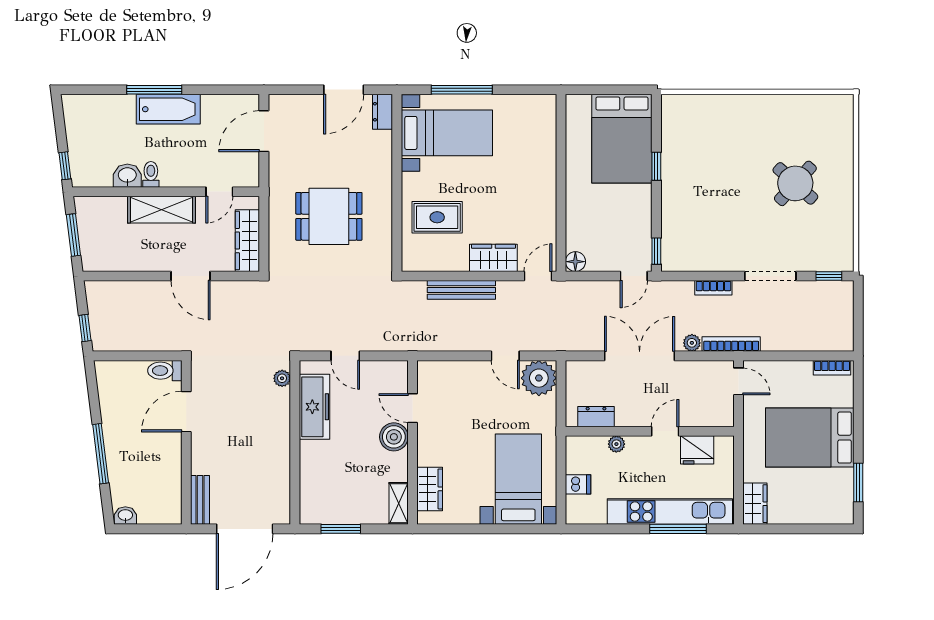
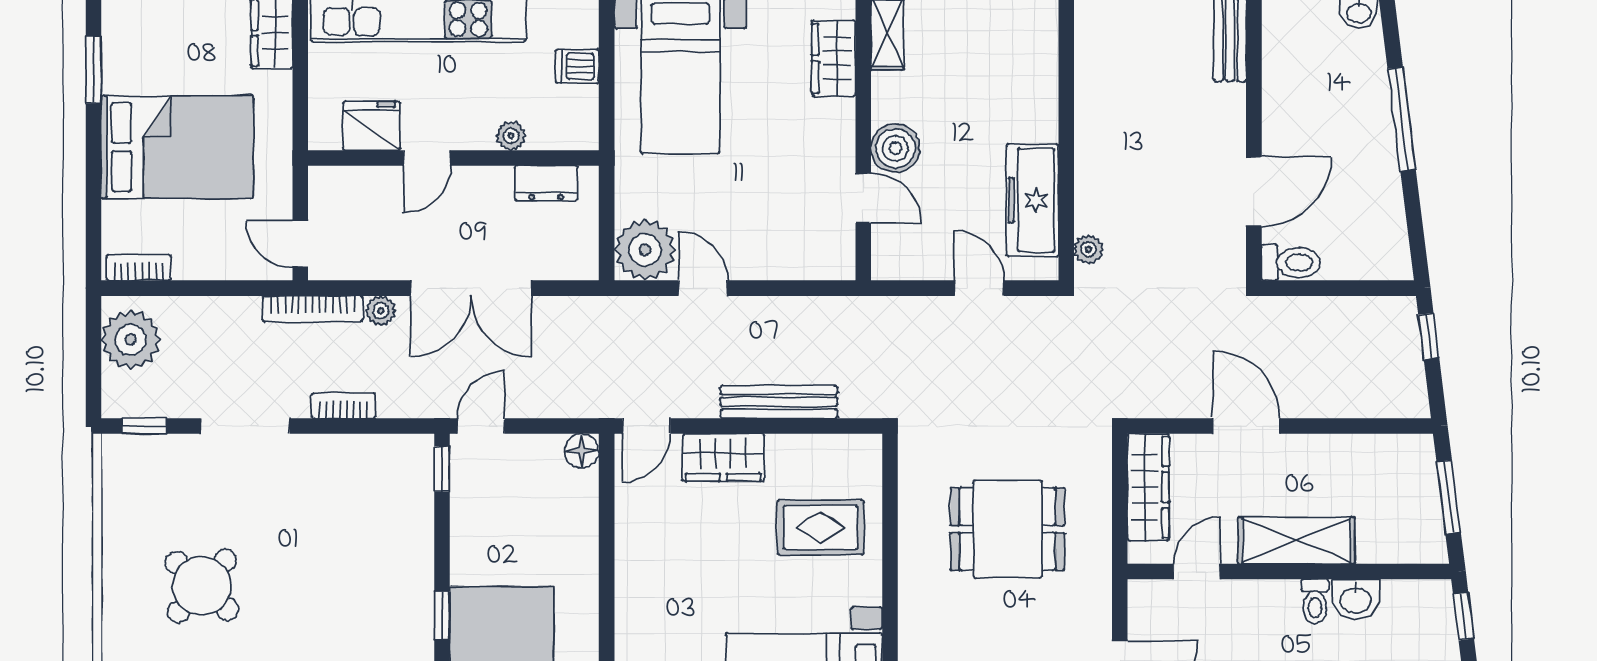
plant: (837, 326) -> (131, 340), added

